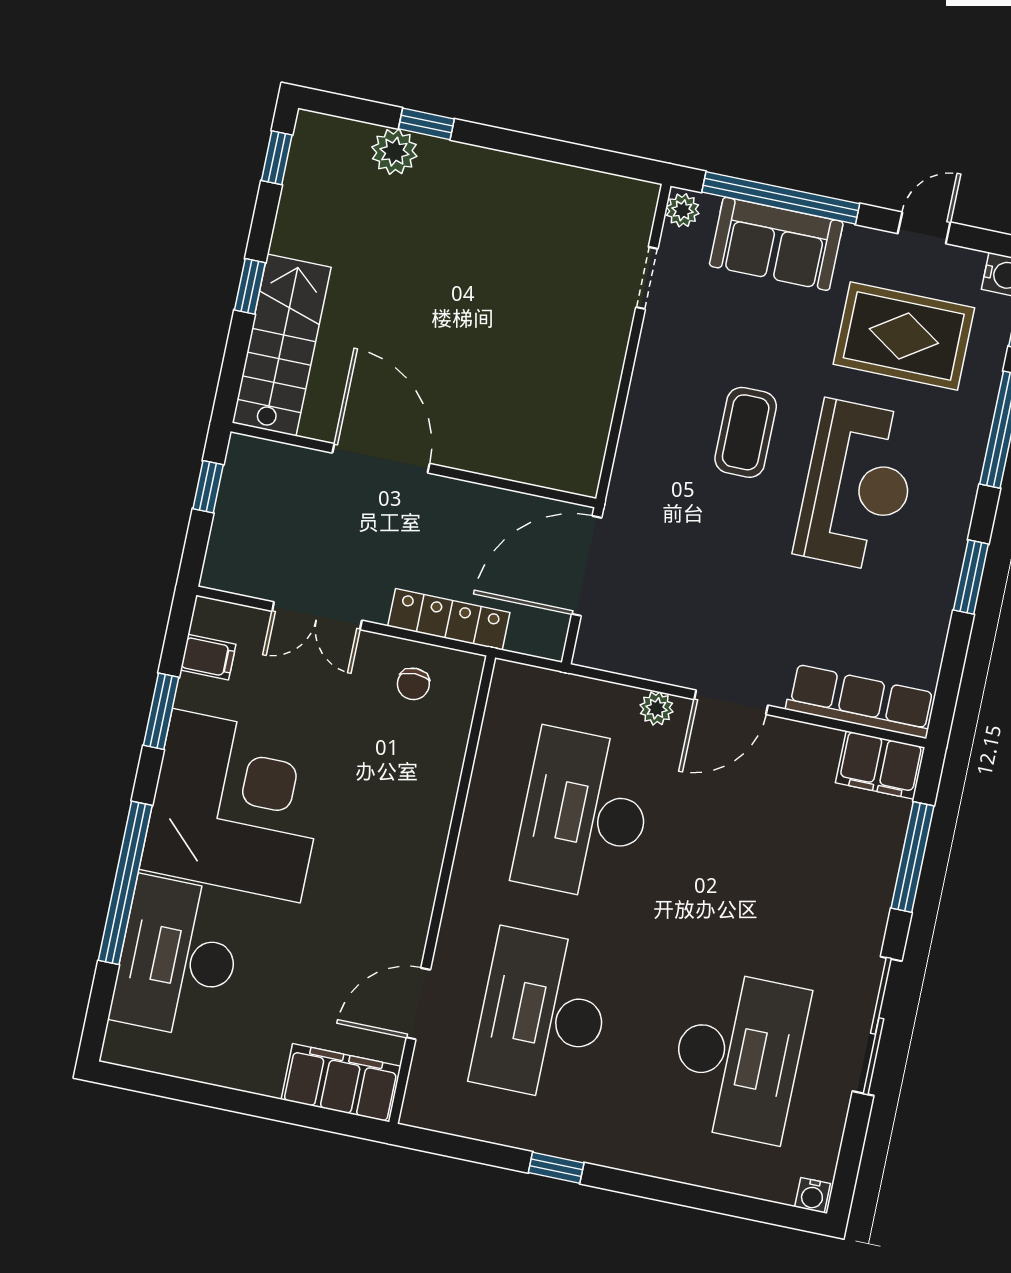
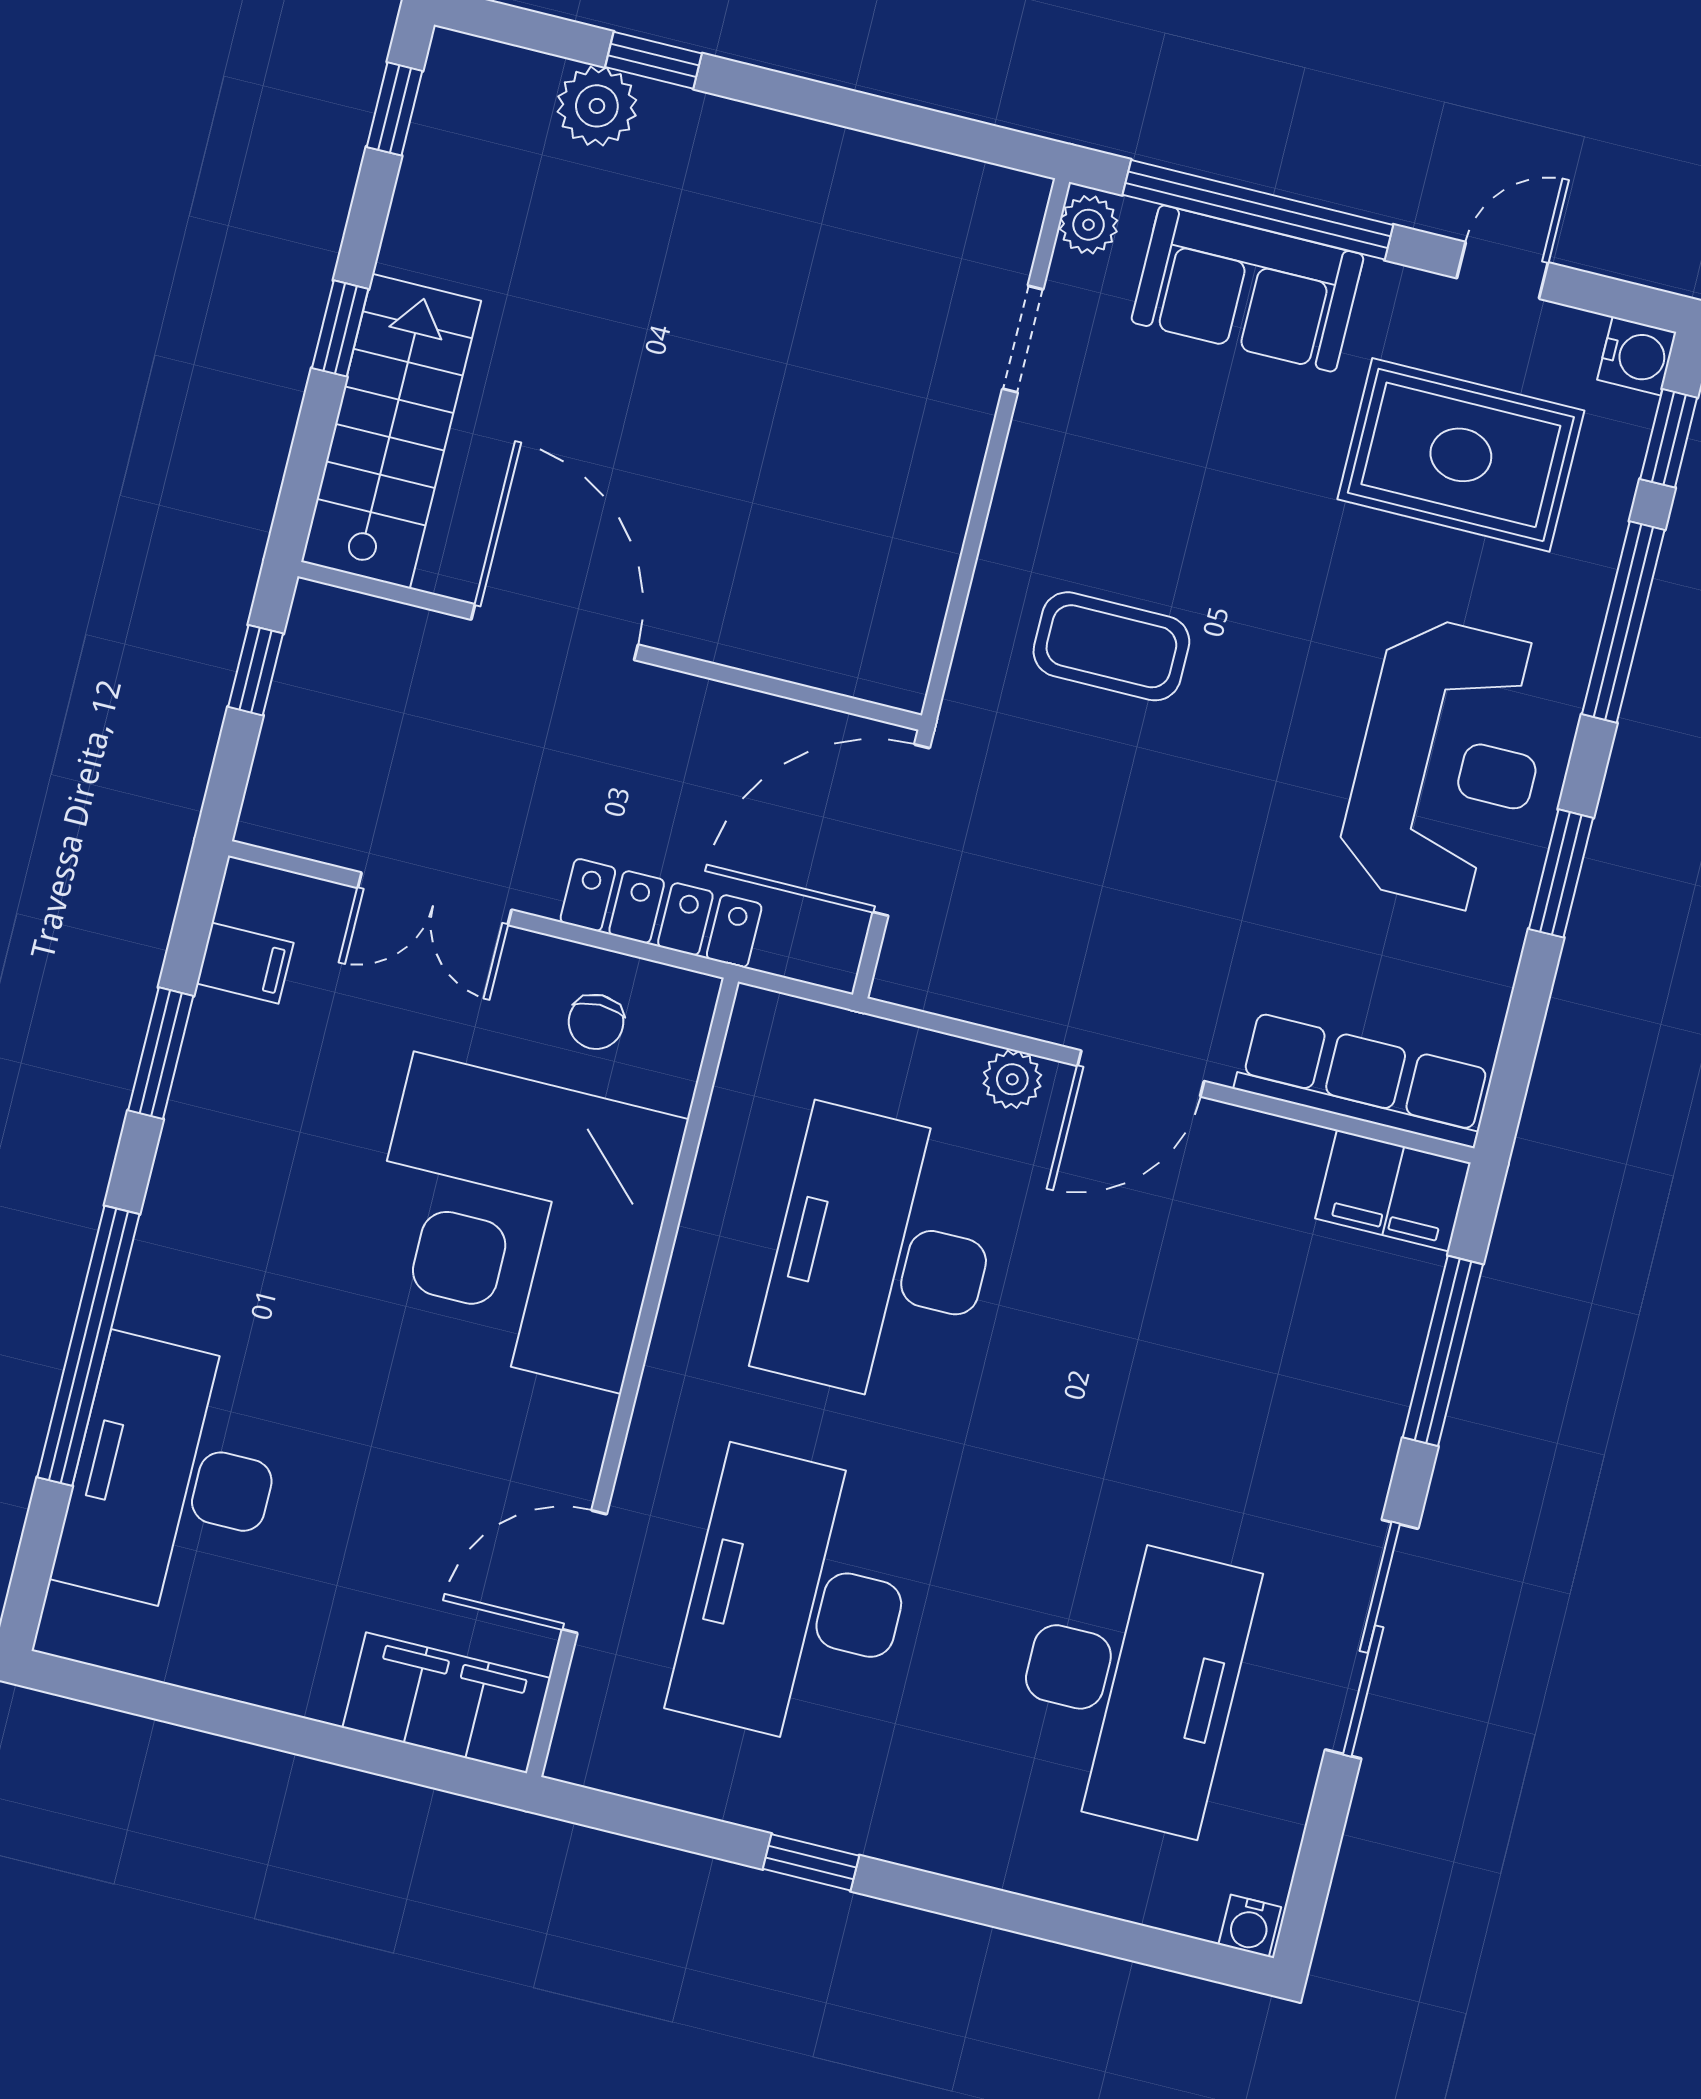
coffee table: (746, 432) -> (1111, 646), moved, turned 90
reception desk: (858, 486) -> (1448, 764), moved
corner desk: (236, 806) -> (517, 1223), moved, turned 180

